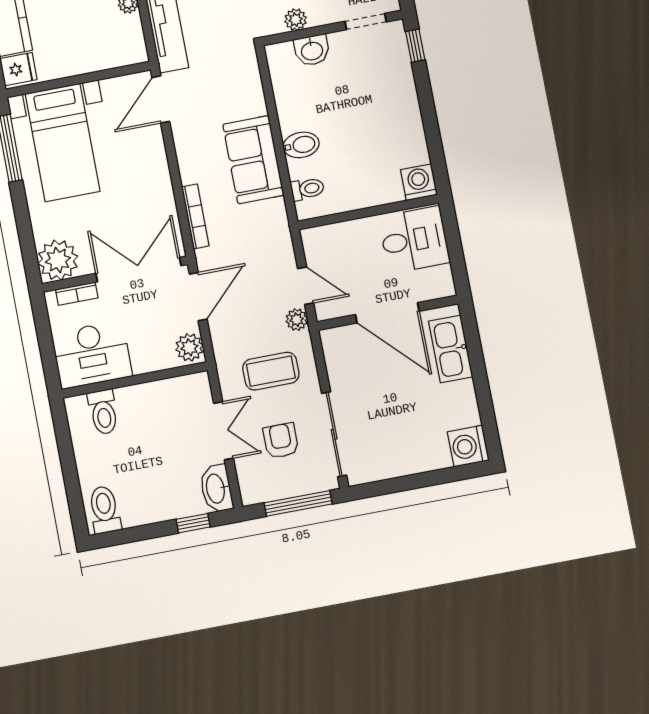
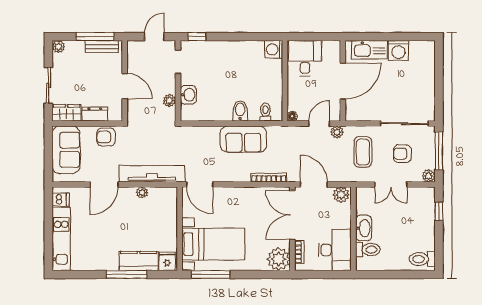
floor lamp: (309, 236) -> (292, 116), added
double door: (224, 431) -> (391, 185), swing flipped
washing machine: (468, 446) -> (398, 50), moved
washbasin: (216, 489) -> (364, 228), moved, turned -90
plant: (251, 494) -> (429, 176), added

